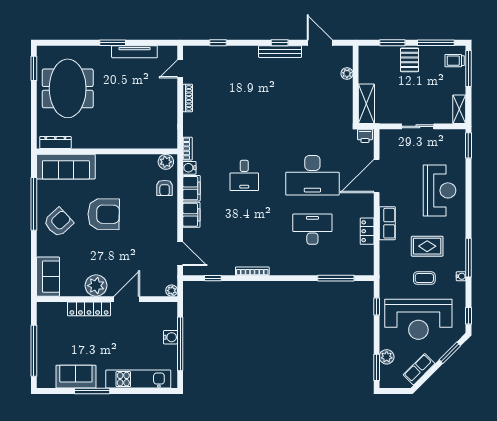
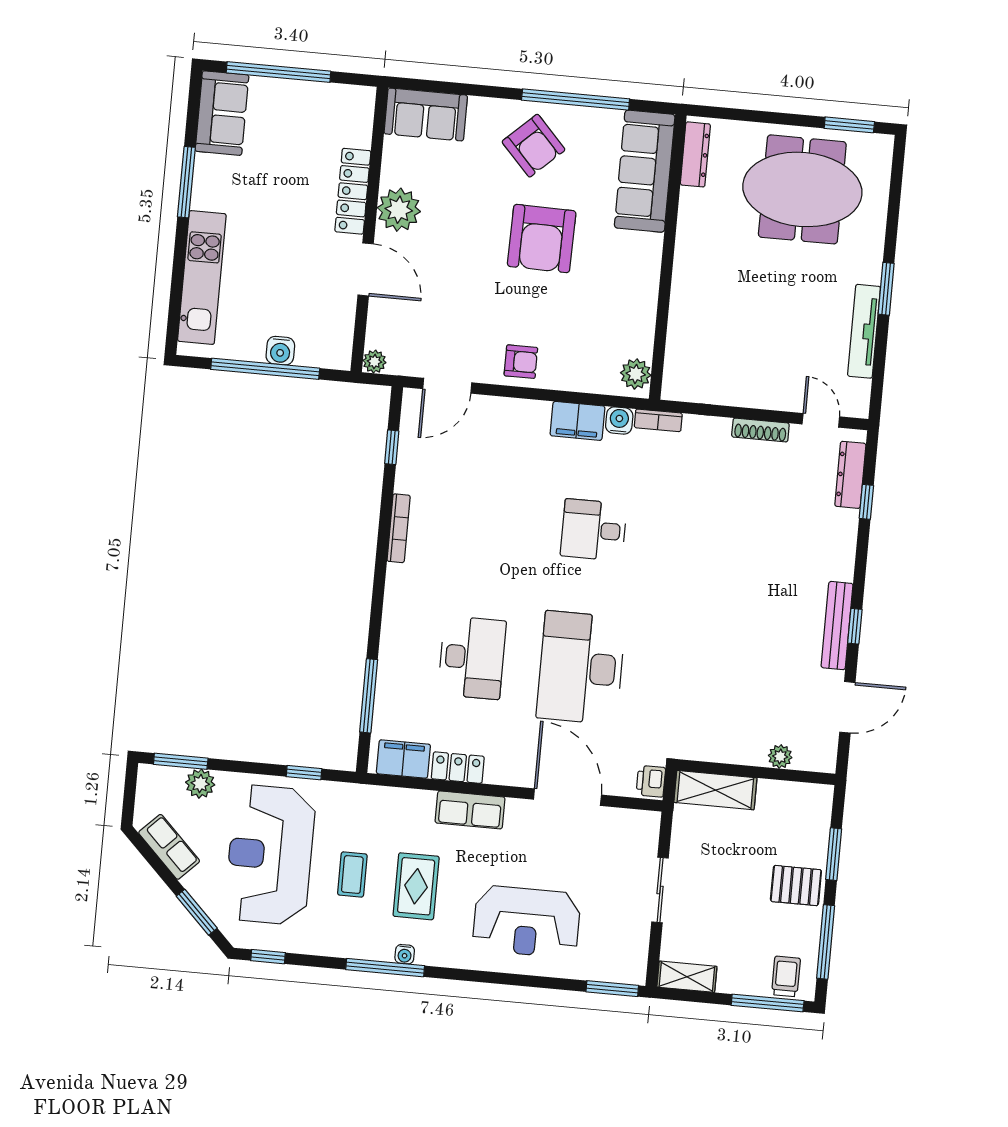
dresser: (206, 52) -> (850, 475), added
armchair: (165, 188) -> (521, 362), moved, turned 180
filing cabinet: (191, 215) -> (403, 759), moved, turned 180
water cooler: (461, 276) -> (405, 954), moved
sofa: (76, 377) -> (222, 113), moved

